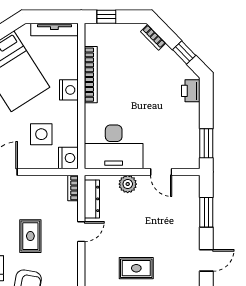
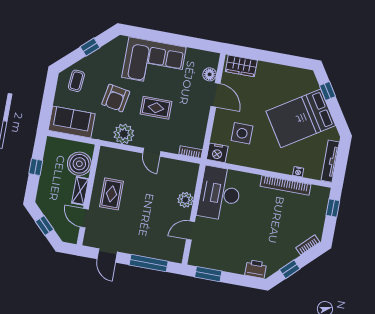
nightstand: (69, 90) -> (298, 172), moved, width x0.53, depth x0.56
dresser: (92, 199) -> (178, 167), removed
window: (206, 212) -> (149, 263), width x1.44
plant: (66, 267) -> (124, 134), added

